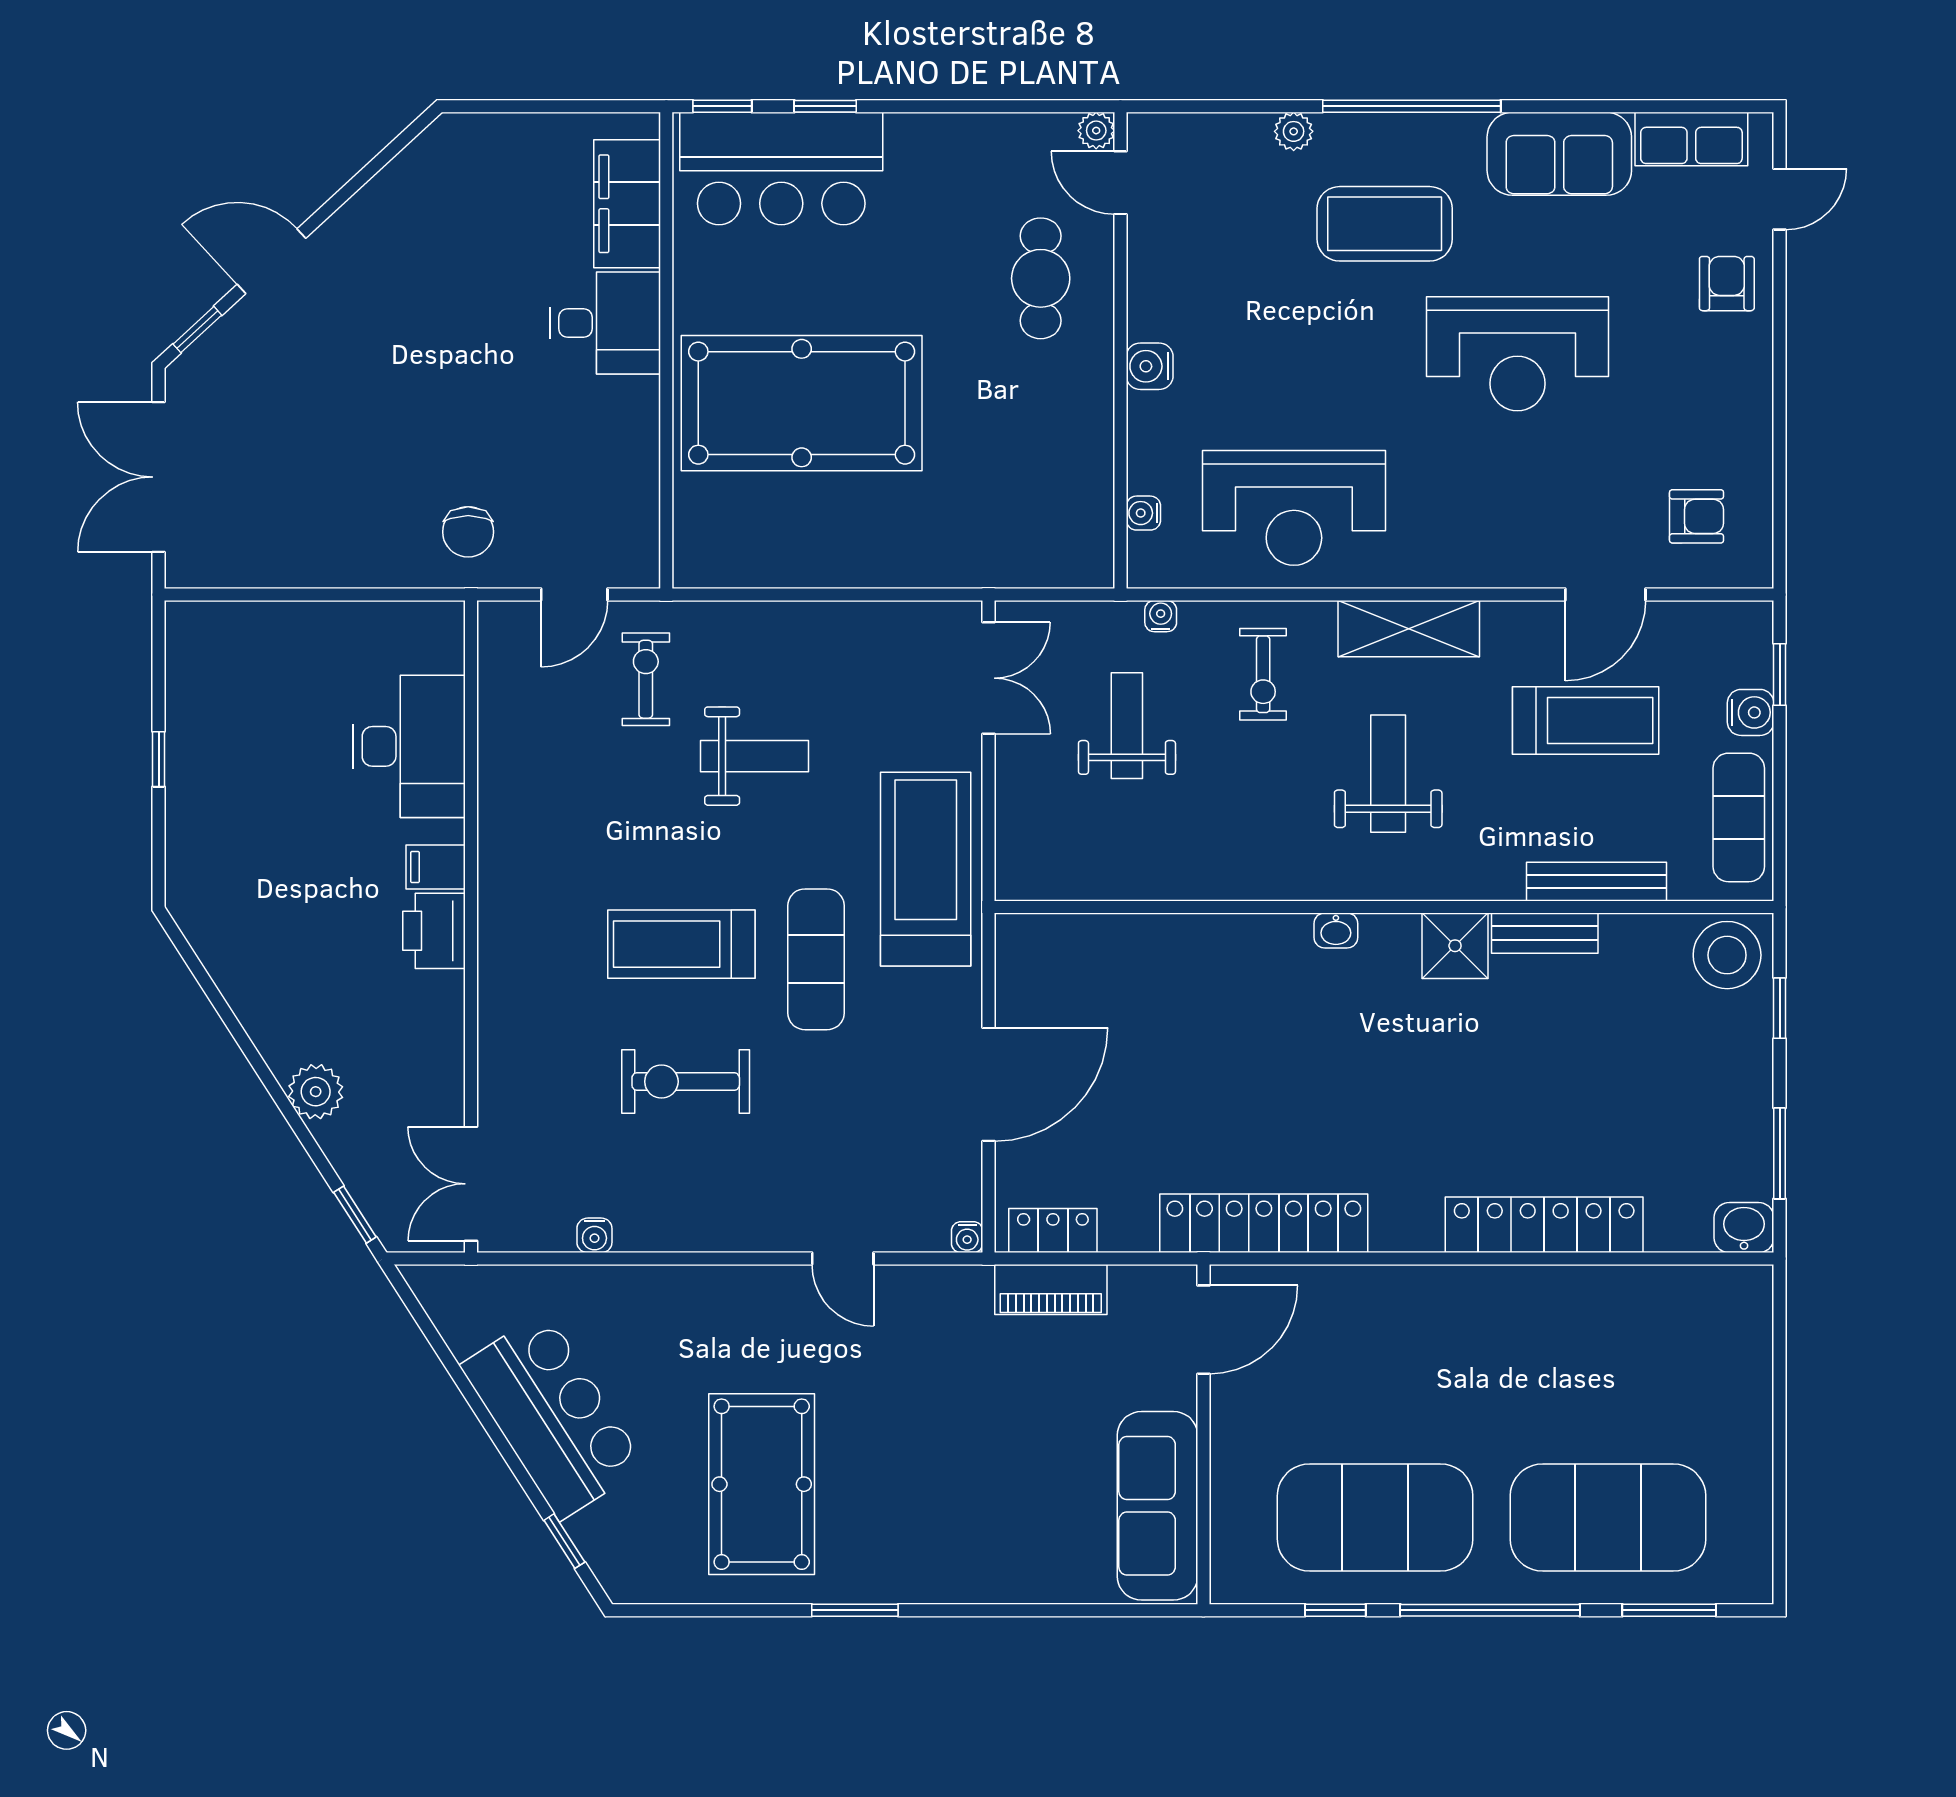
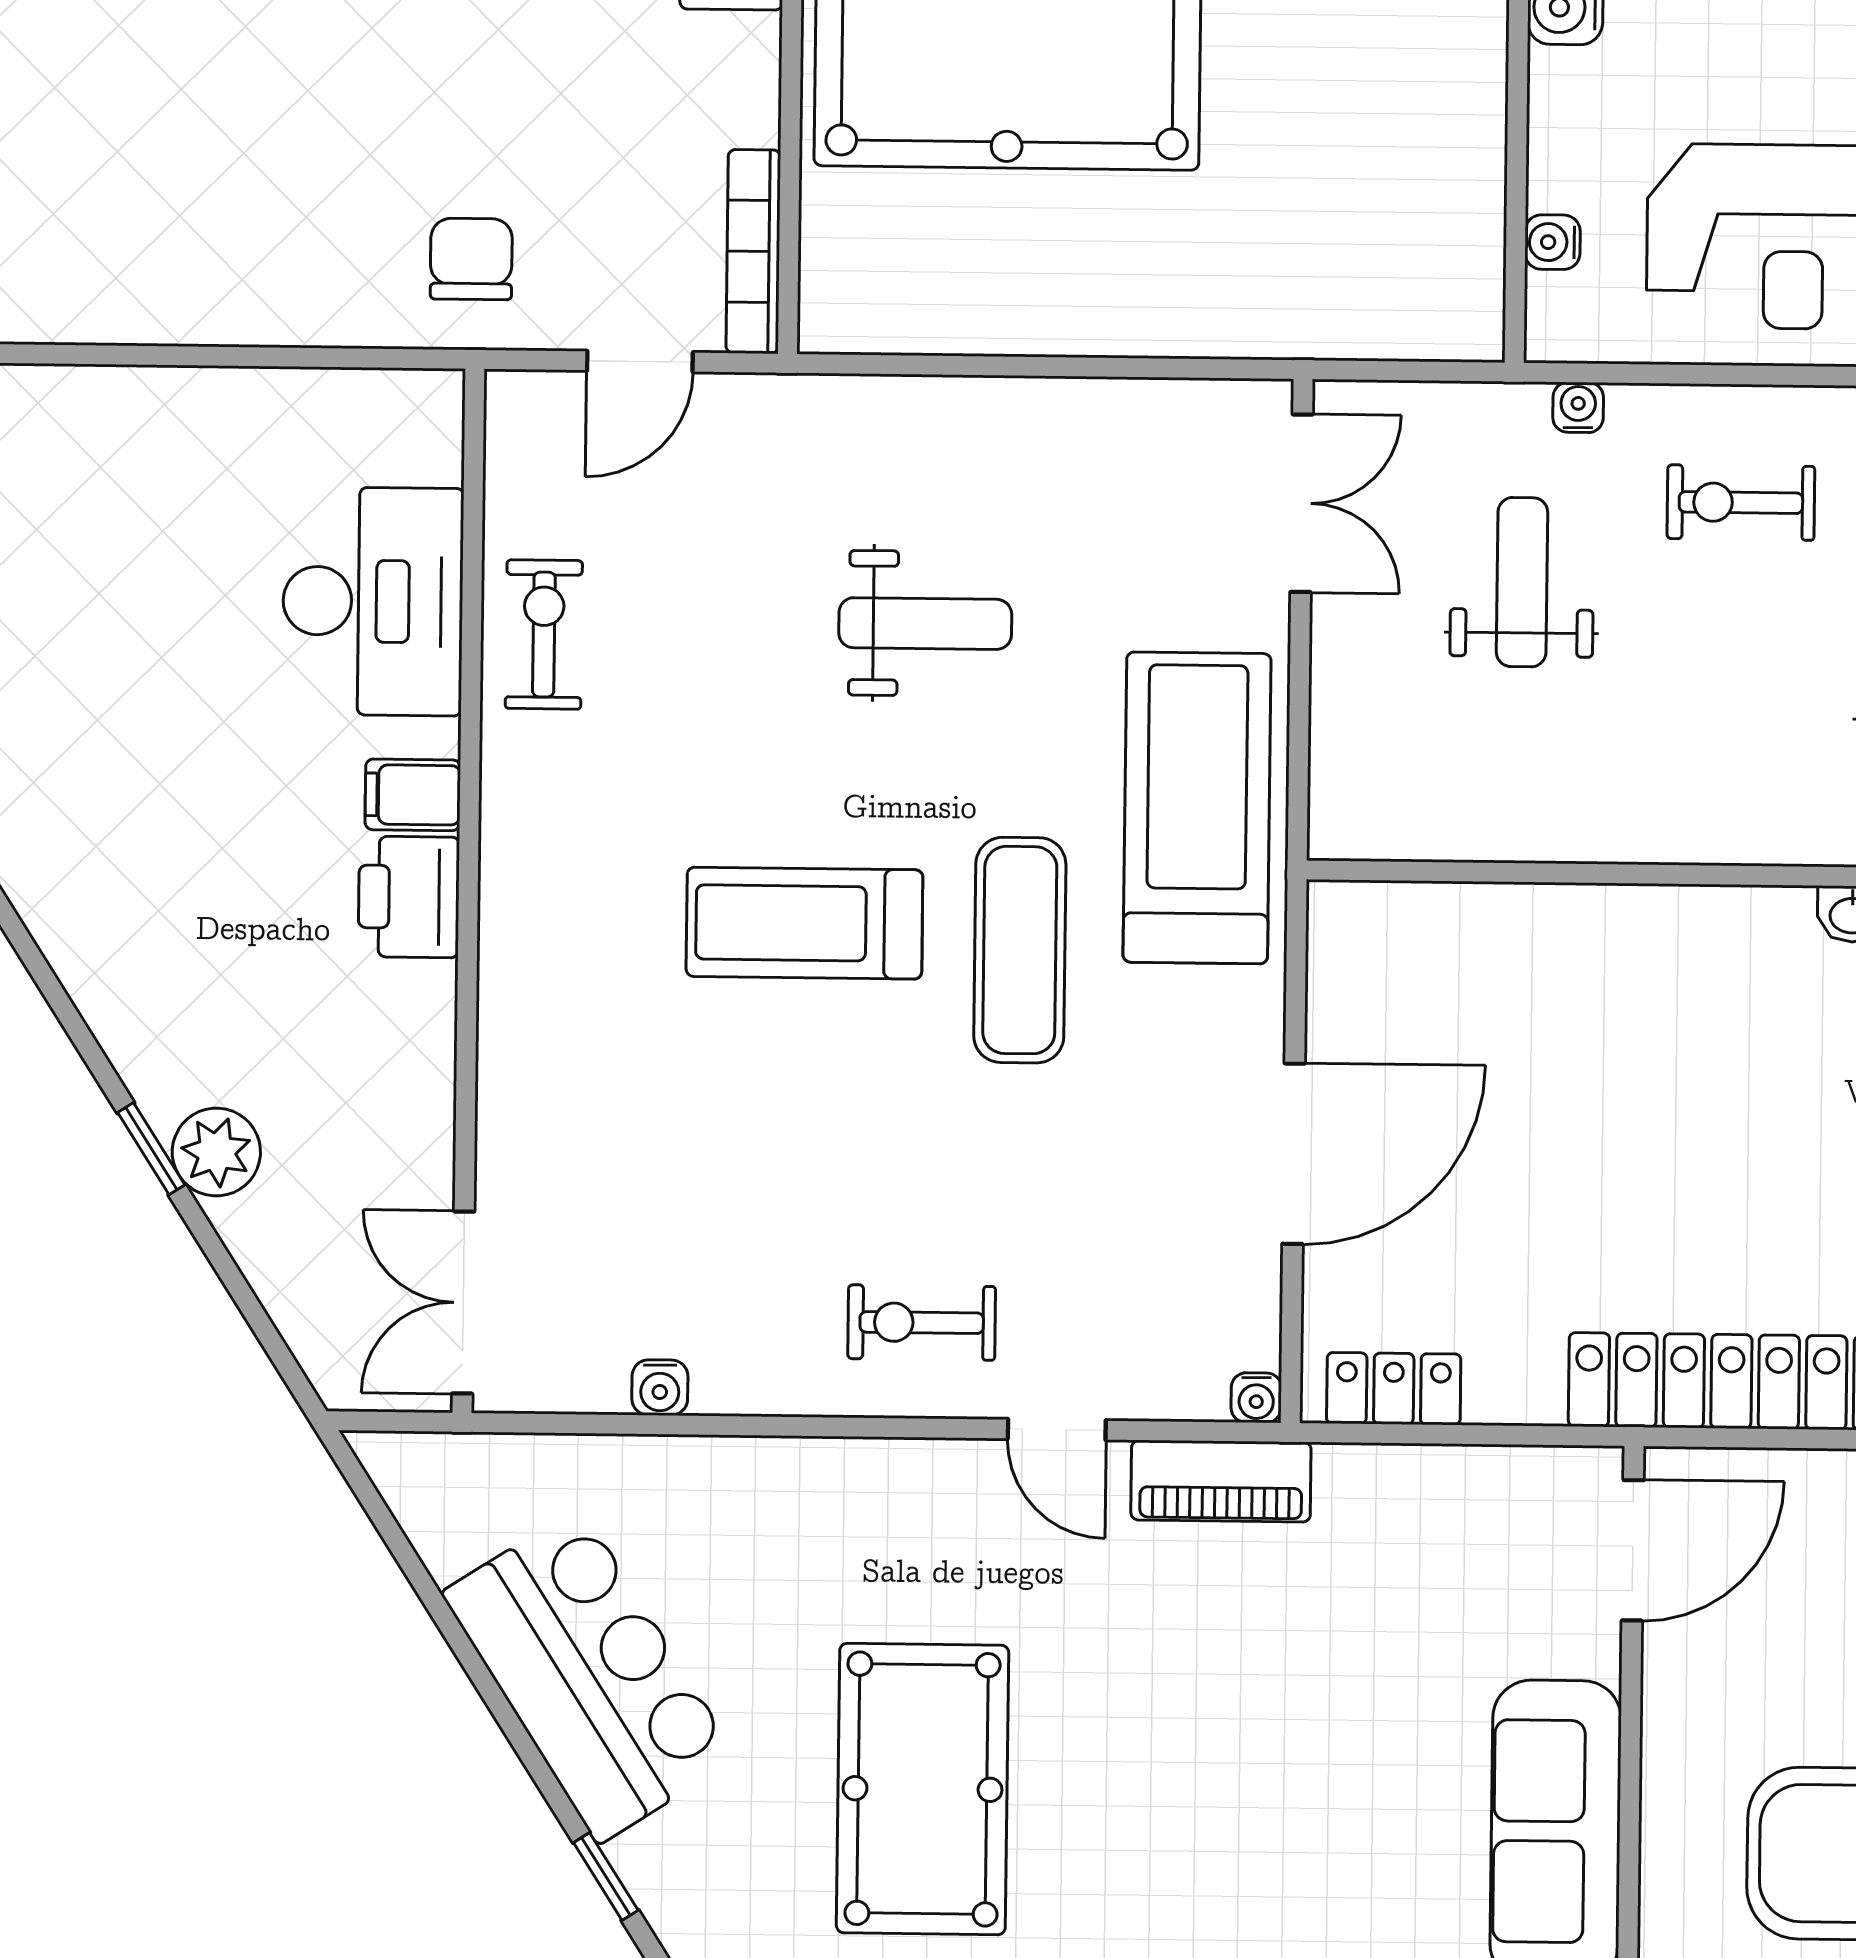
bookcase: (644, 525) -> (753, 252), added
chair: (468, 532) -> (471, 259), turned 180
exercise bike: (1263, 674) -> (1741, 503), turned 90
exercise bike: (646, 679) -> (544, 634), moved
exercise bike: (686, 1082) -> (922, 1323), moved, width x0.73, depth x0.72
window: (355, 1215) -> (151, 1149), moved
piano: (1051, 1290) -> (1221, 1481), moved

